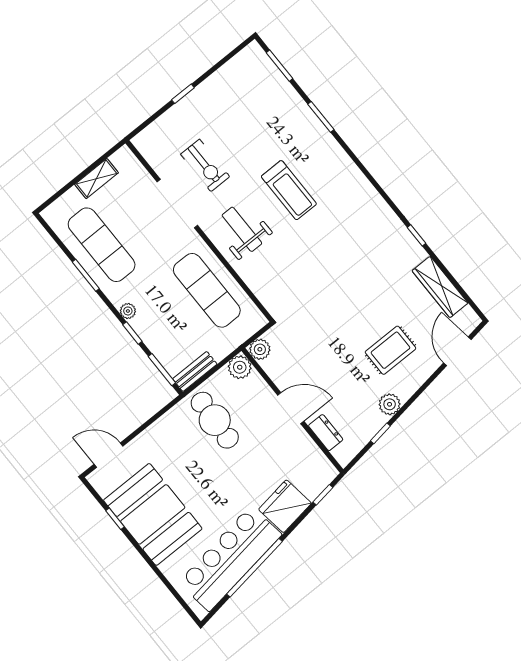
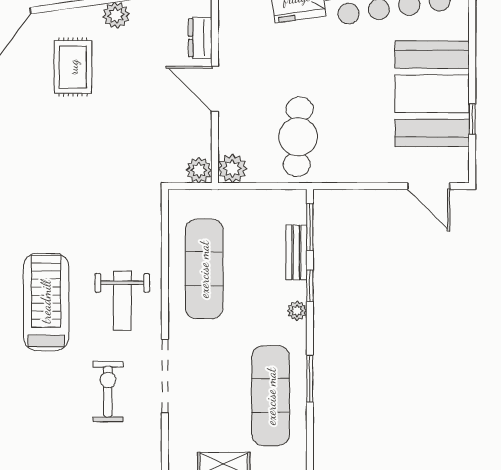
treadmill: (289, 190) -> (46, 302), width x1.37, depth x1.38
rug: (390, 350) -> (73, 67), turned 90
bench: (195, 371) -> (296, 252), moved, turned 90

